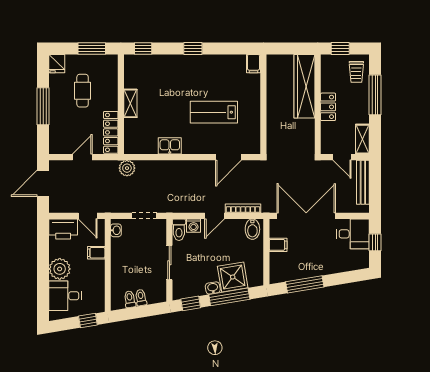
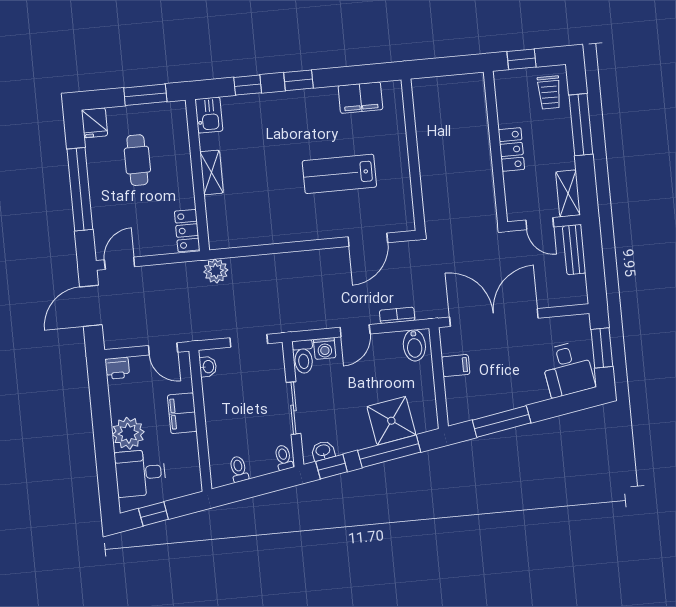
window: (143, 48) -> (248, 85), moved
filing cabinet: (253, 64) -> (360, 98), moved, width x2.00
wardrobe: (304, 86) -> (473, 122), removed
window: (43, 106) -> (80, 189), width x1.46
locker: (111, 132) -> (187, 231), width x0.66
kitchen sink: (170, 146) -> (209, 115), moved, turned 90
door: (82, 157) -> (120, 263), moved
bench: (363, 182) -> (574, 250), width x0.73
bookcase: (243, 208) -> (397, 315), width x0.64
printer: (63, 229) -> (117, 368), width x0.53, depth x0.68
desk: (353, 234) -> (567, 369), moved, turned 81
window: (375, 242) -> (602, 348), width x1.50
filing cabinet: (96, 253) -> (182, 413), width x2.00
washbasin: (213, 288) -> (323, 451), moved
toilet: (141, 298) -> (284, 457), moved
window: (88, 321) -> (153, 514), moved

